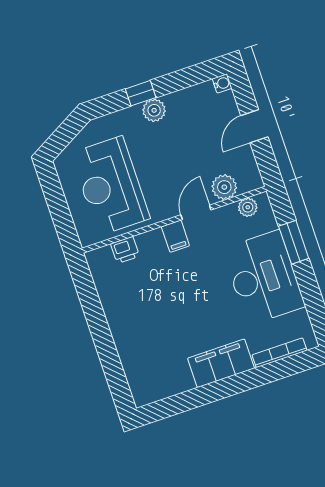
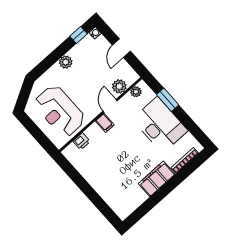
window: (141, 93) -> (79, 35), moved

